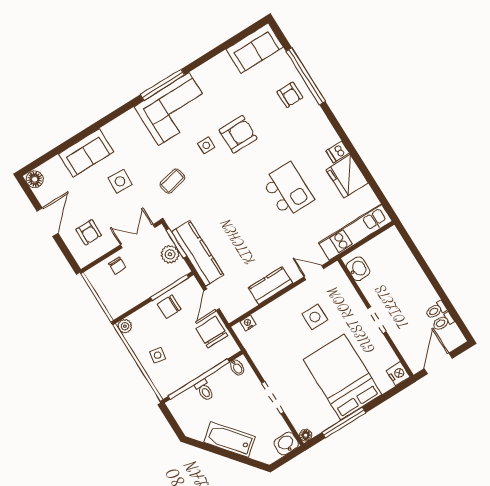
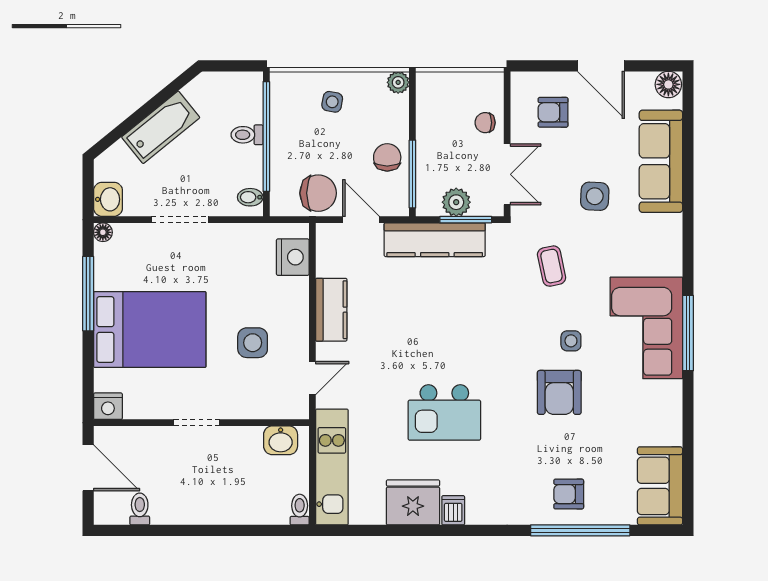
sofa: (86, 153) -> (661, 161), width x1.36
toilet: (436, 310) -> (300, 510), moved
nightstand: (248, 323) -> (293, 257), width x1.89, depth x1.79

